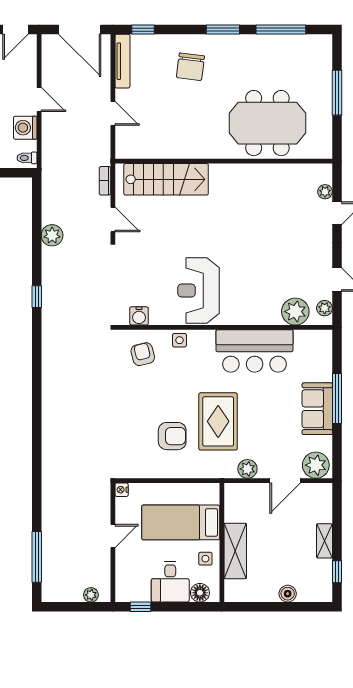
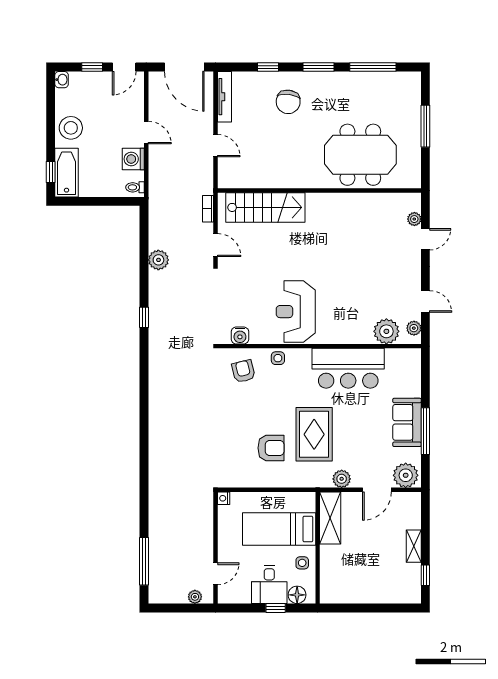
window: (143, 30) -> (268, 67), moved
window: (337, 399) -> (425, 431), moved
door: (113, 536) -> (216, 574), moved
shelving: (235, 551) -> (330, 518), moved
boiler: (288, 594) -> (379, 596), removed
window: (140, 607) -> (276, 608), moved

